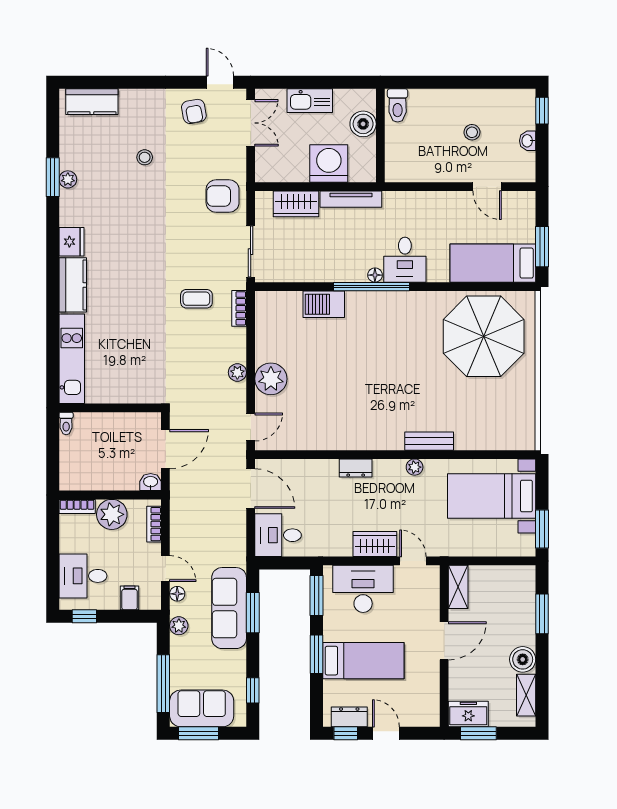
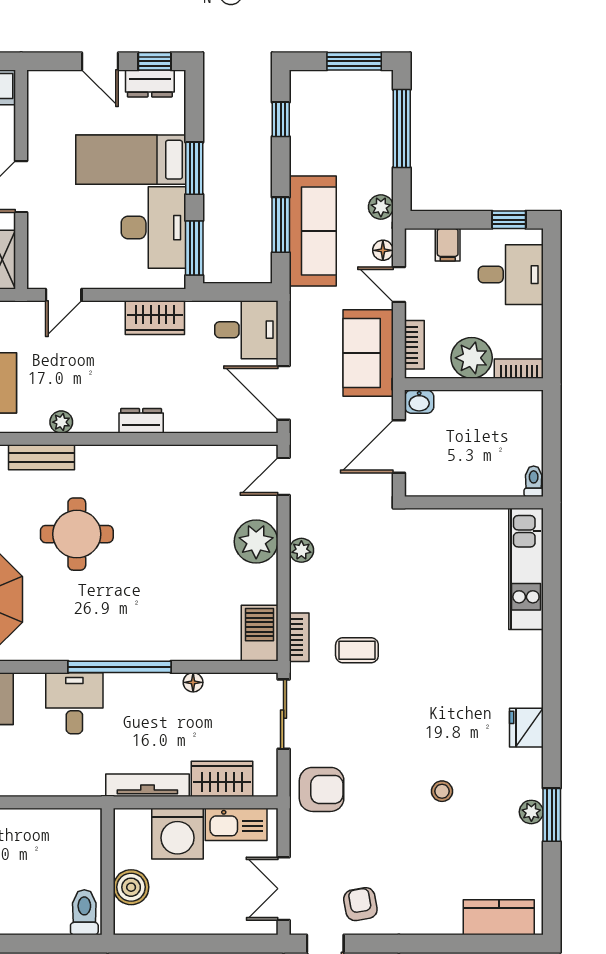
kitchen sink: (310, 101) -> (236, 824), moved, turned 180
stool: (145, 157) -> (442, 791), moved
floor lamp: (375, 275) -> (193, 682), moved
kitchen counter: (73, 285) -> (525, 669), removed
barbecue: (324, 304) -> (260, 633), moved, turned -90
round table: (403, 384) -> (77, 534), added
wardrobe: (375, 544) -> (155, 318), moved
door: (413, 561) -> (64, 295), hinge flipped
desk: (363, 589) -> (153, 228), moved, turned -90
sofa: (202, 708) -> (368, 353), moved, turned 90

